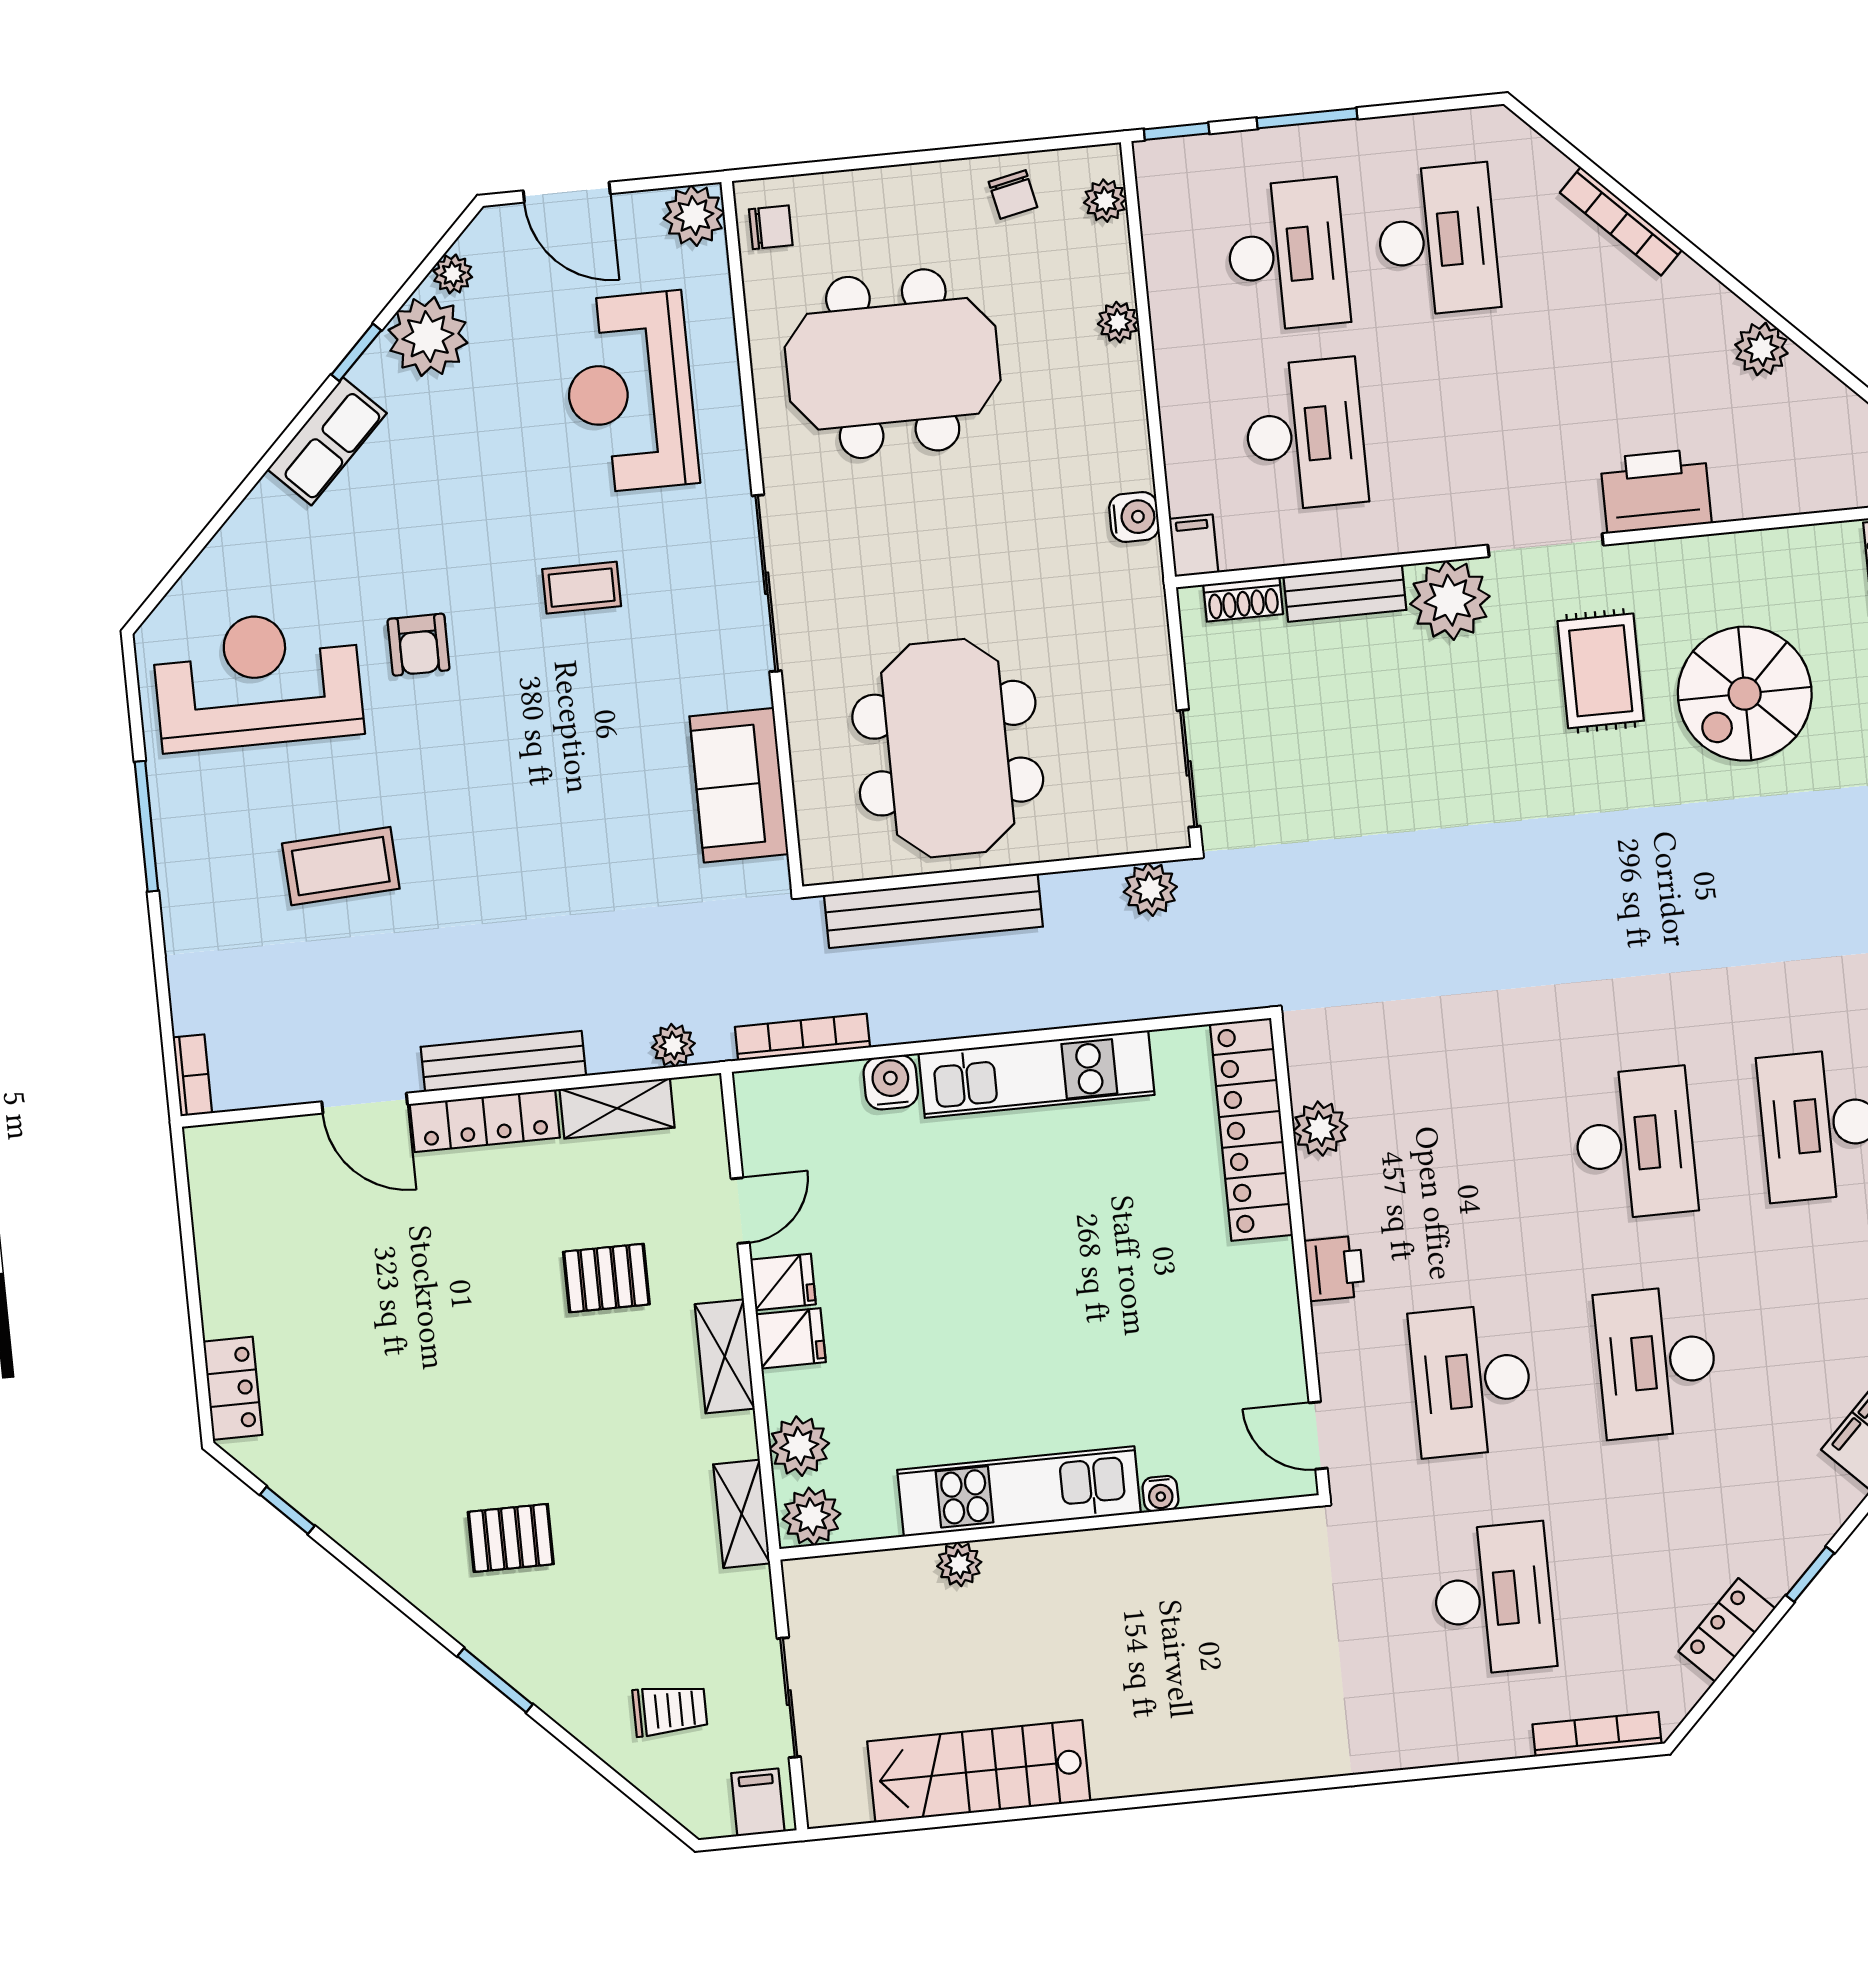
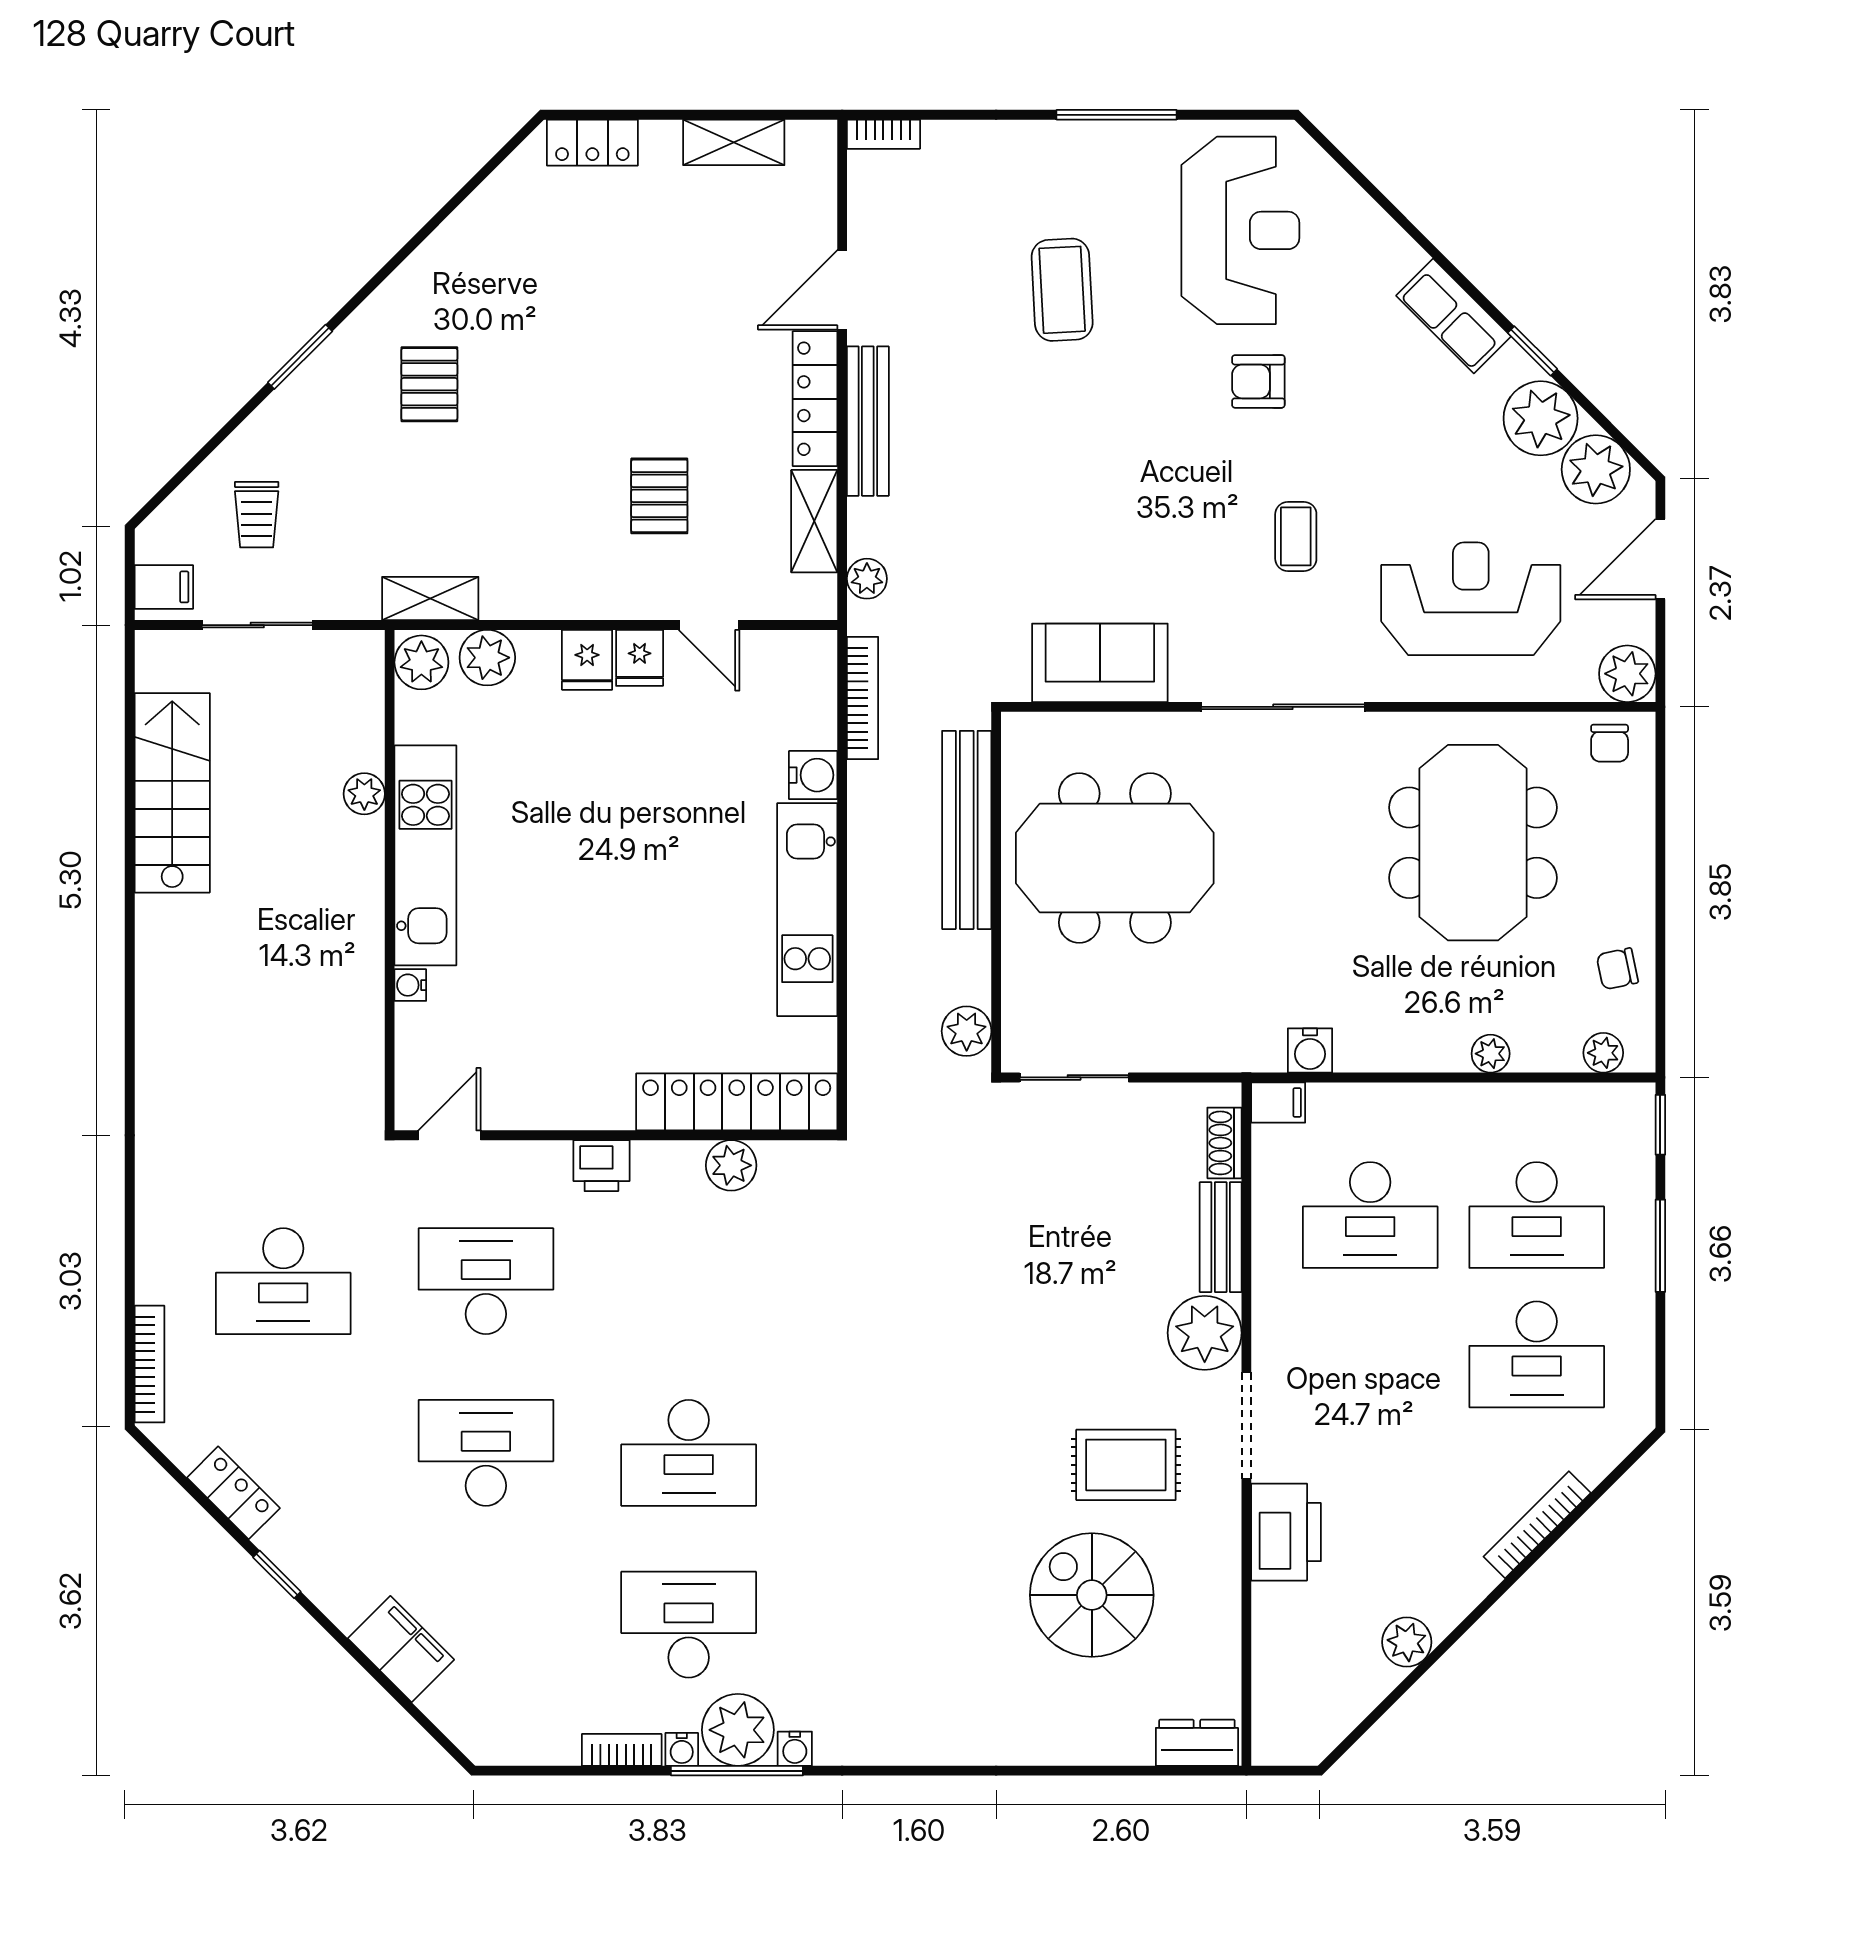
plant: (453, 274) -> (1596, 469), width x1.88, depth x1.88
shelving: (725, 1356) -> (734, 142), moved
window: (287, 1510) -> (475, 182), removed

